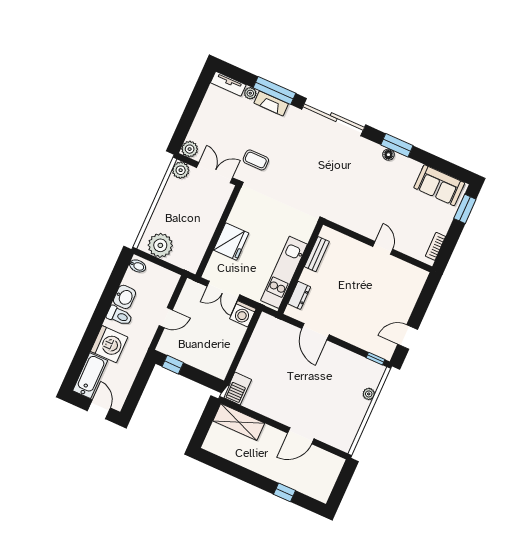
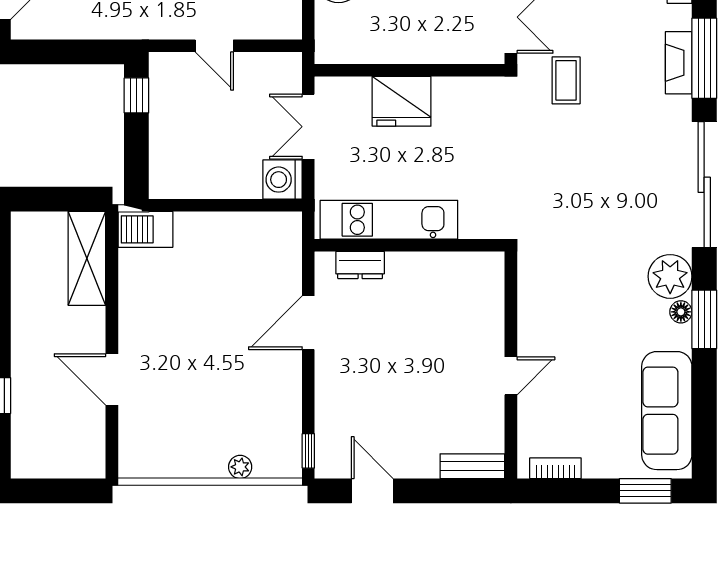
plant: (250, 93) -> (670, 276), moved, width x1.88, depth x1.88
sofa: (439, 185) -> (667, 411), width x1.36
bench: (317, 254) -> (472, 466), moved

